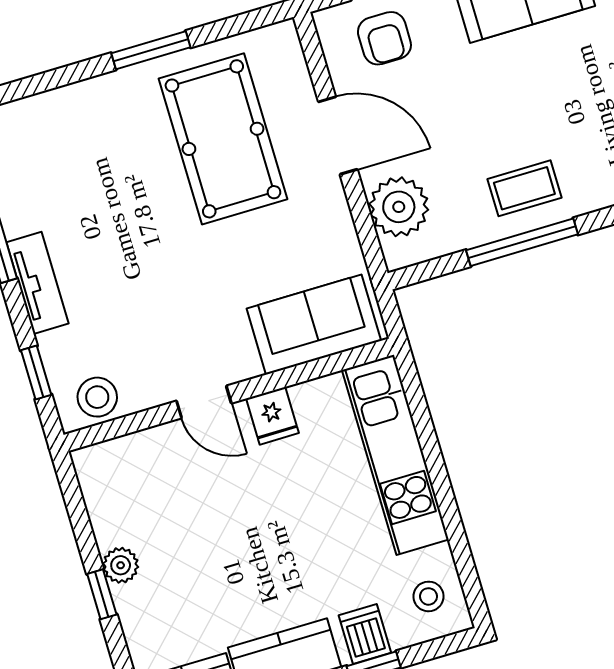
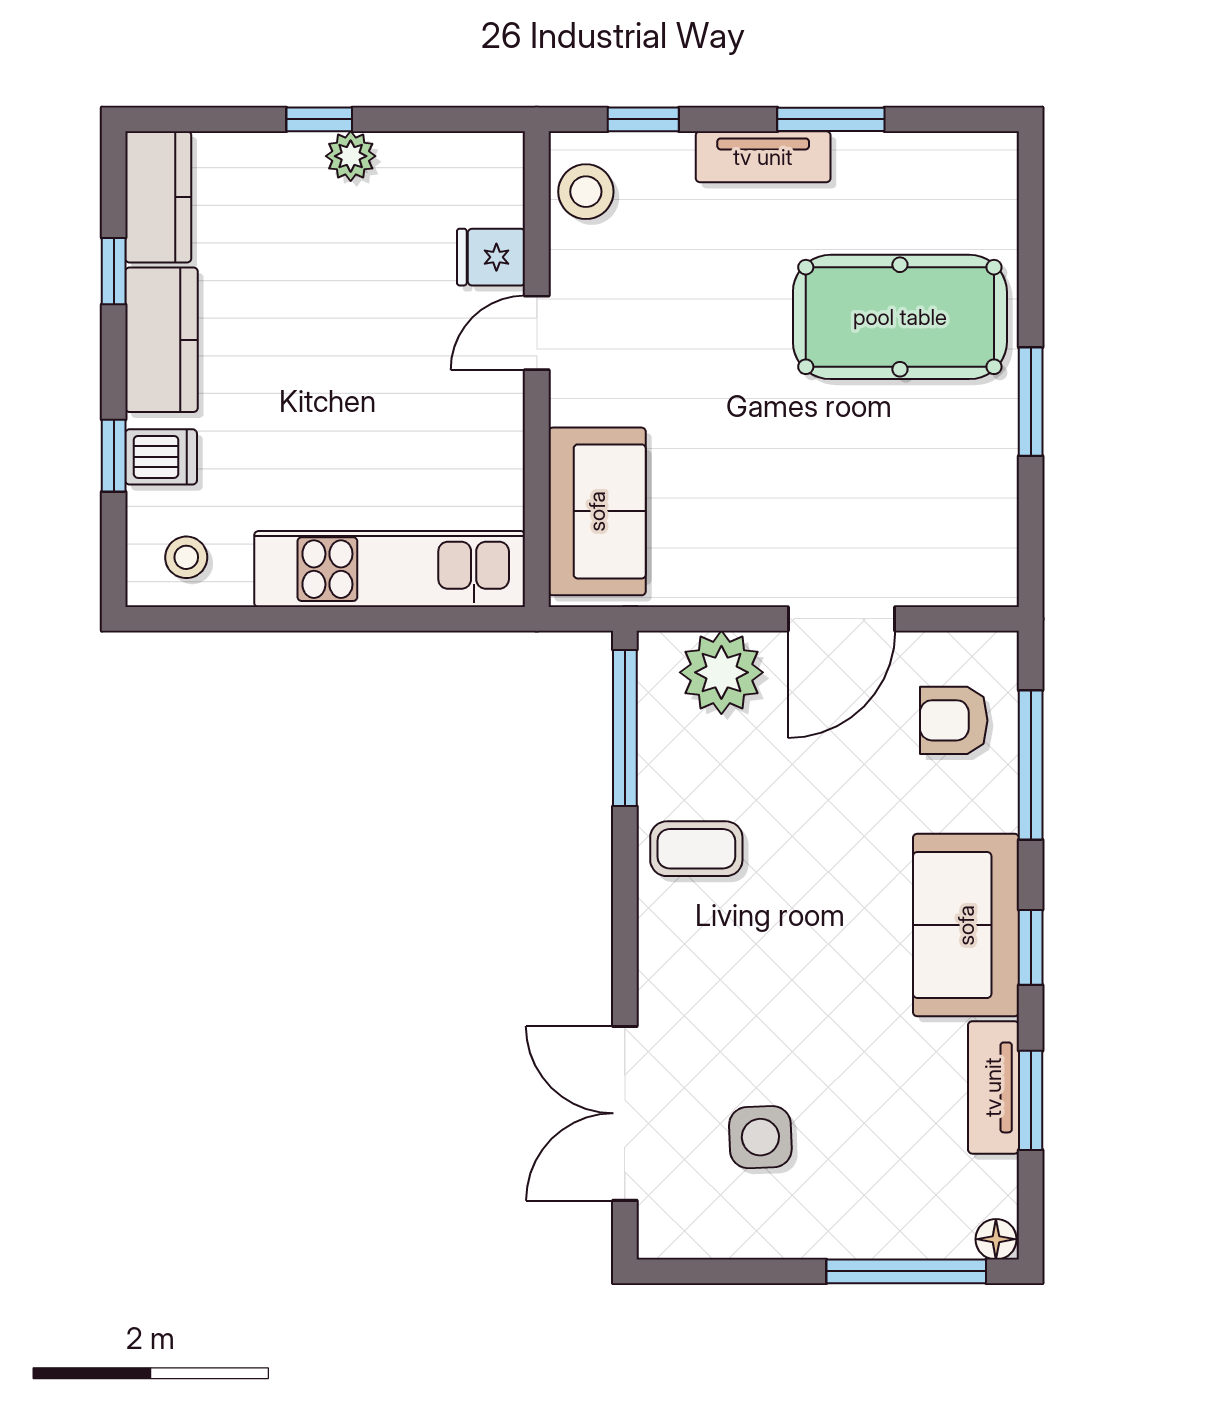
pool table: (223, 139) -> (900, 317), moved
coffee table: (524, 188) -> (696, 849), turned 90
window: (522, 242) -> (625, 728), moved
fridge: (272, 416) -> (491, 257), moved

